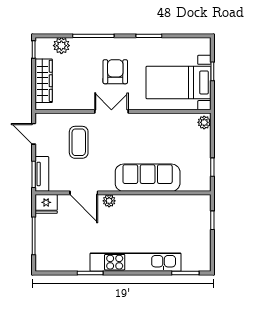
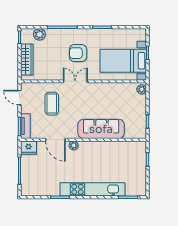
armchair: (115, 72) -> (78, 53), turned -90

